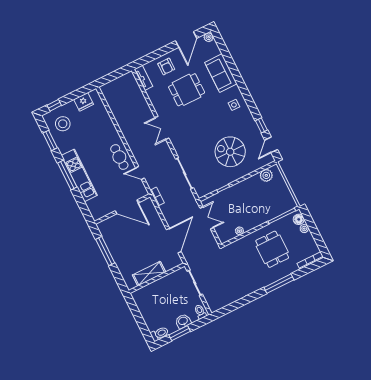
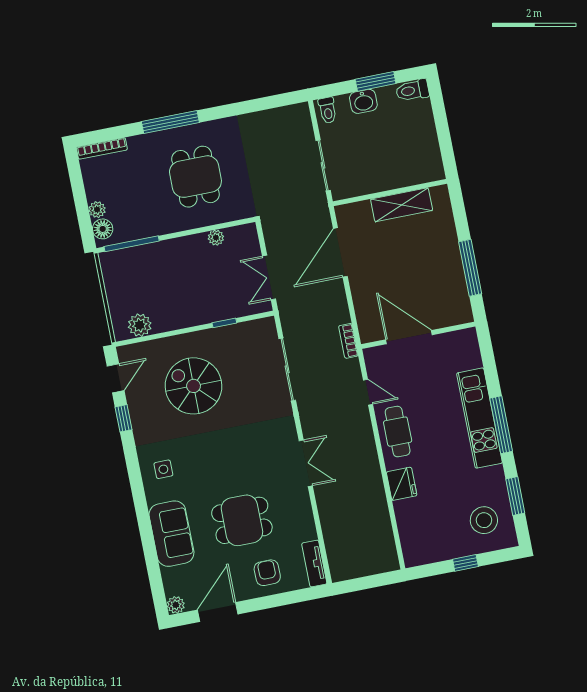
fridge: (84, 102) -> (402, 484), moved, turned 90
window: (54, 105) -> (465, 563), moved
spiral stairs: (230, 152) -> (193, 386), turned 180
dining table: (272, 249) -> (195, 177), moved

